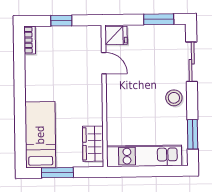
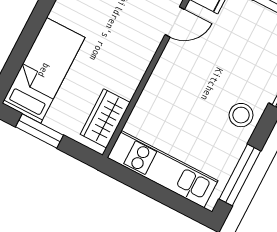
door: (104, 63) -> (175, 22), hinge flipped
window: (193, 134) -> (240, 175), width x1.44

